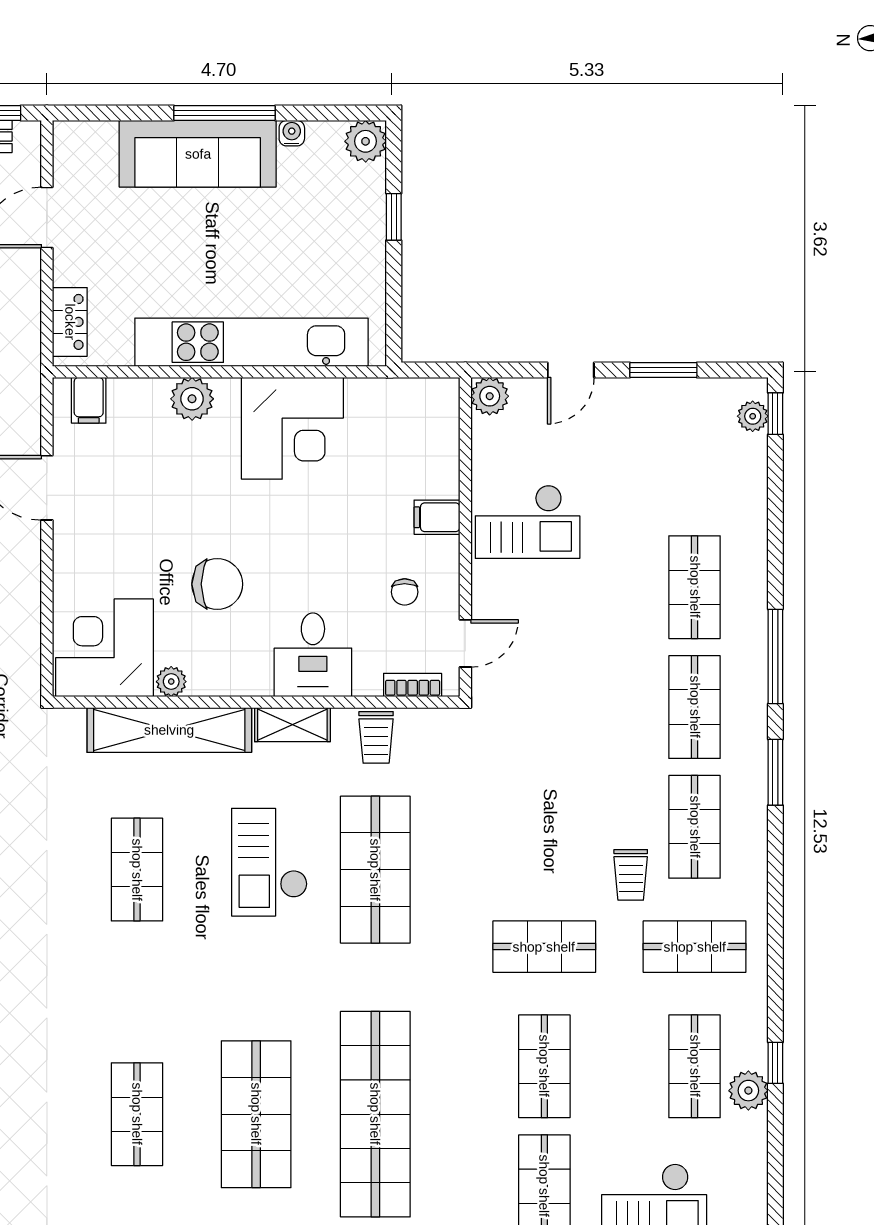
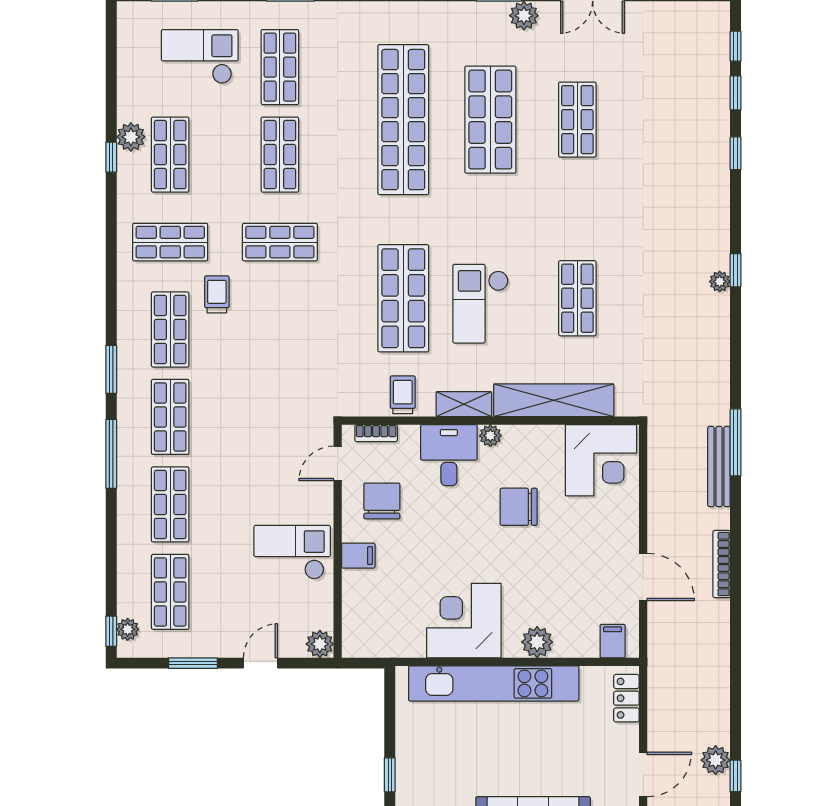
shop shelf: (695, 467) -> (170, 592), added
chair: (405, 592) -> (382, 501), width x1.87, depth x1.87
plant: (171, 682) -> (490, 436), moved
checkout: (269, 862) -> (481, 304), turned 180

